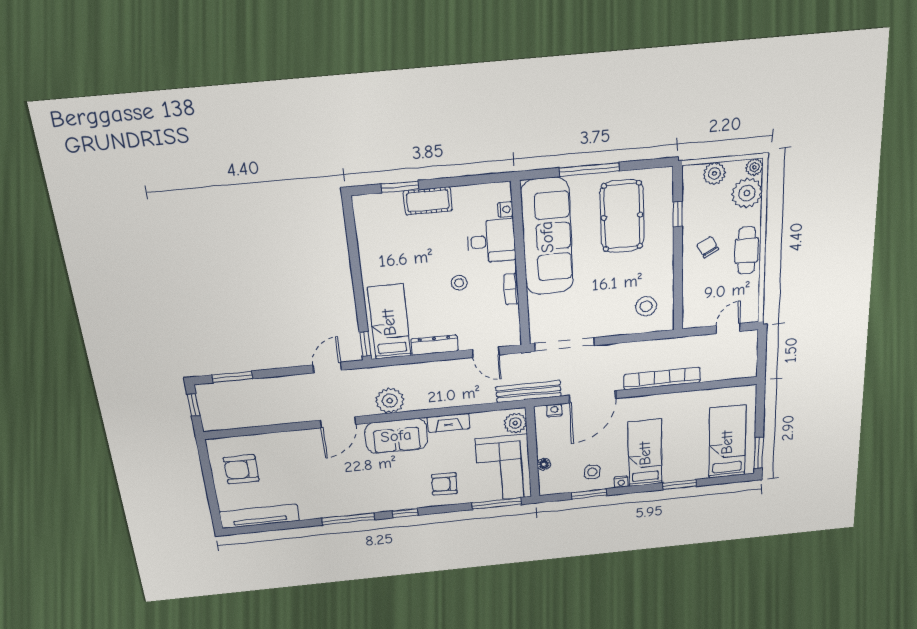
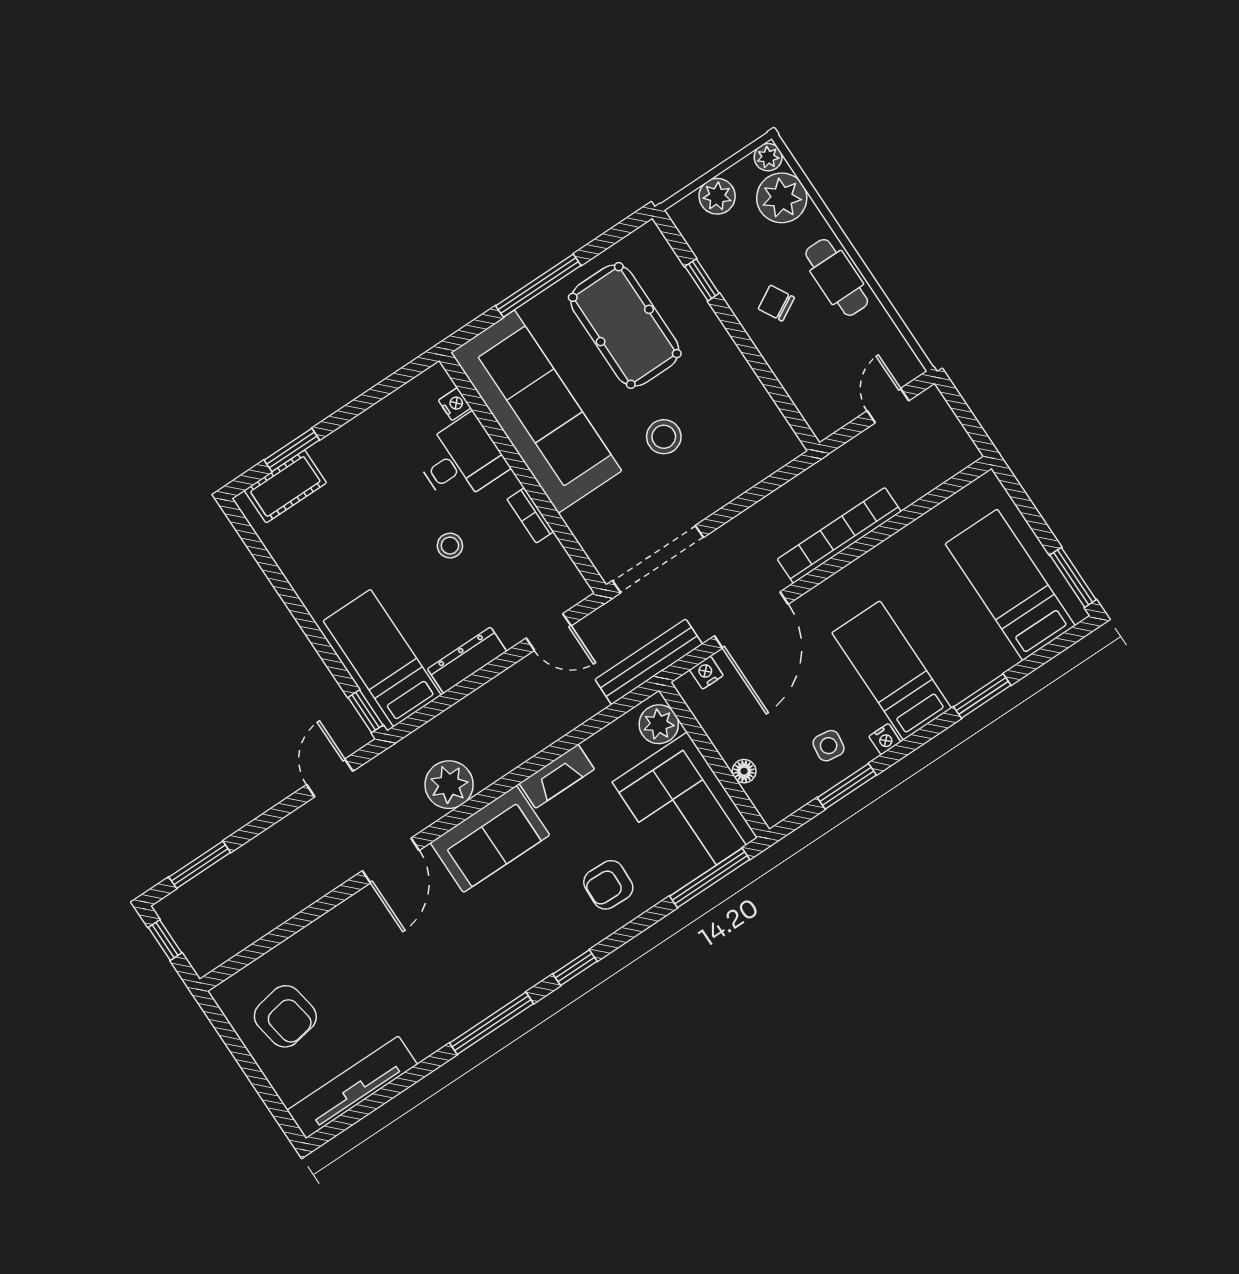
cot: (428, 201) -> (285, 486), moved
stool: (646, 306) -> (664, 437), moved
armchair: (241, 469) -> (285, 1016), turned -100

